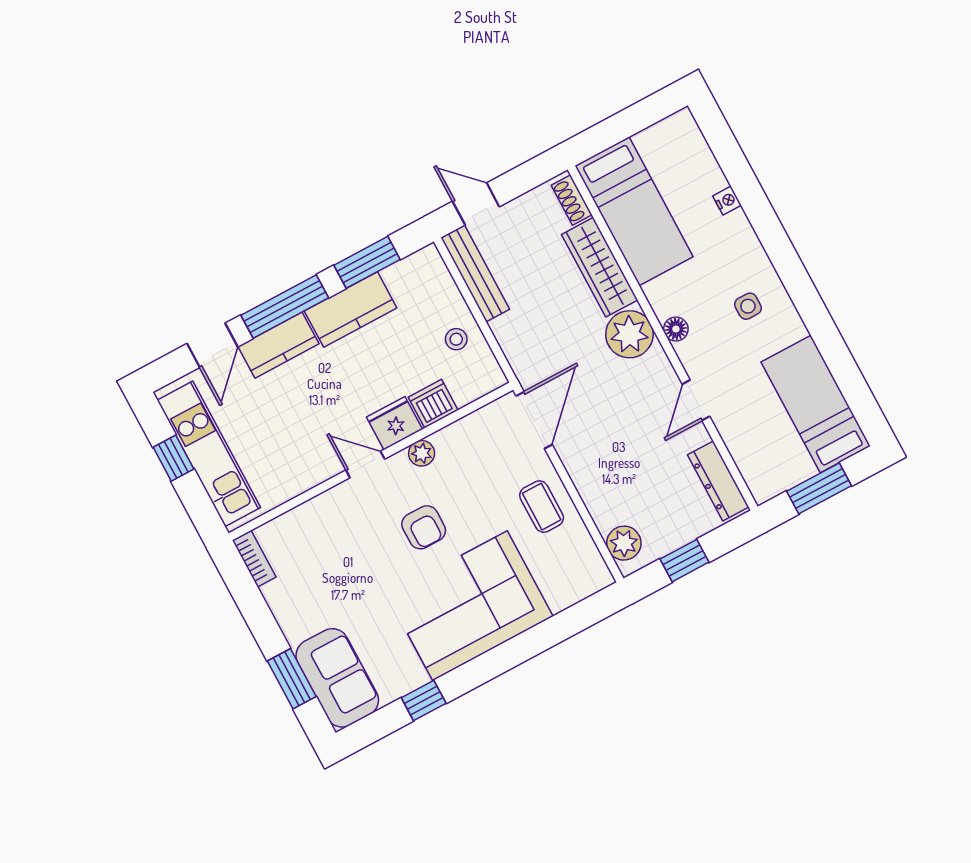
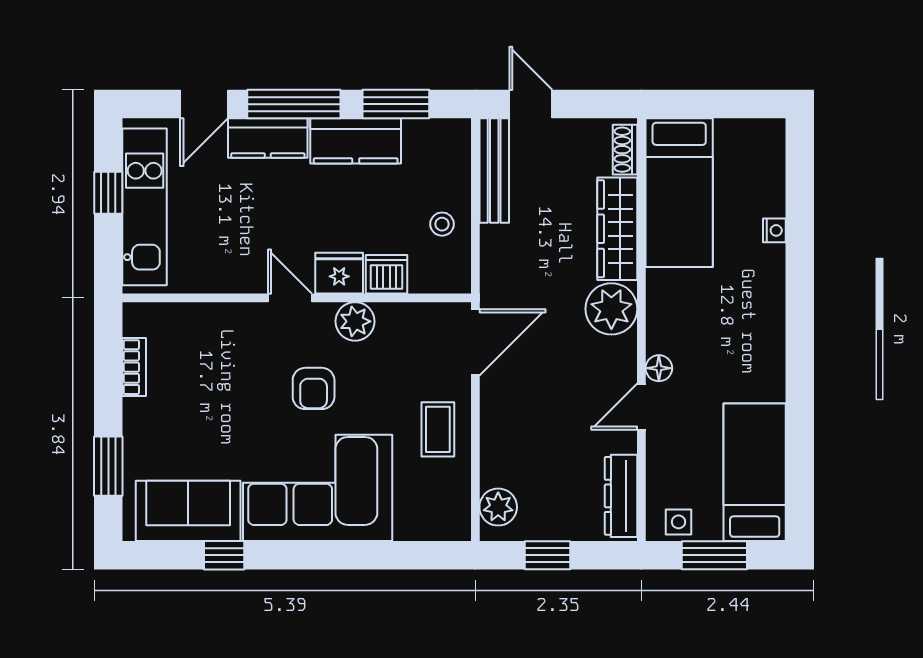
side table: (748, 306) -> (679, 522), moved
floor lamp: (676, 329) -> (659, 368), moved
plant: (422, 453) -> (355, 321), width x1.38, depth x1.38
bookcase: (254, 559) -> (134, 367), moved
sofa: (337, 678) -> (188, 511), moved, turned -90

